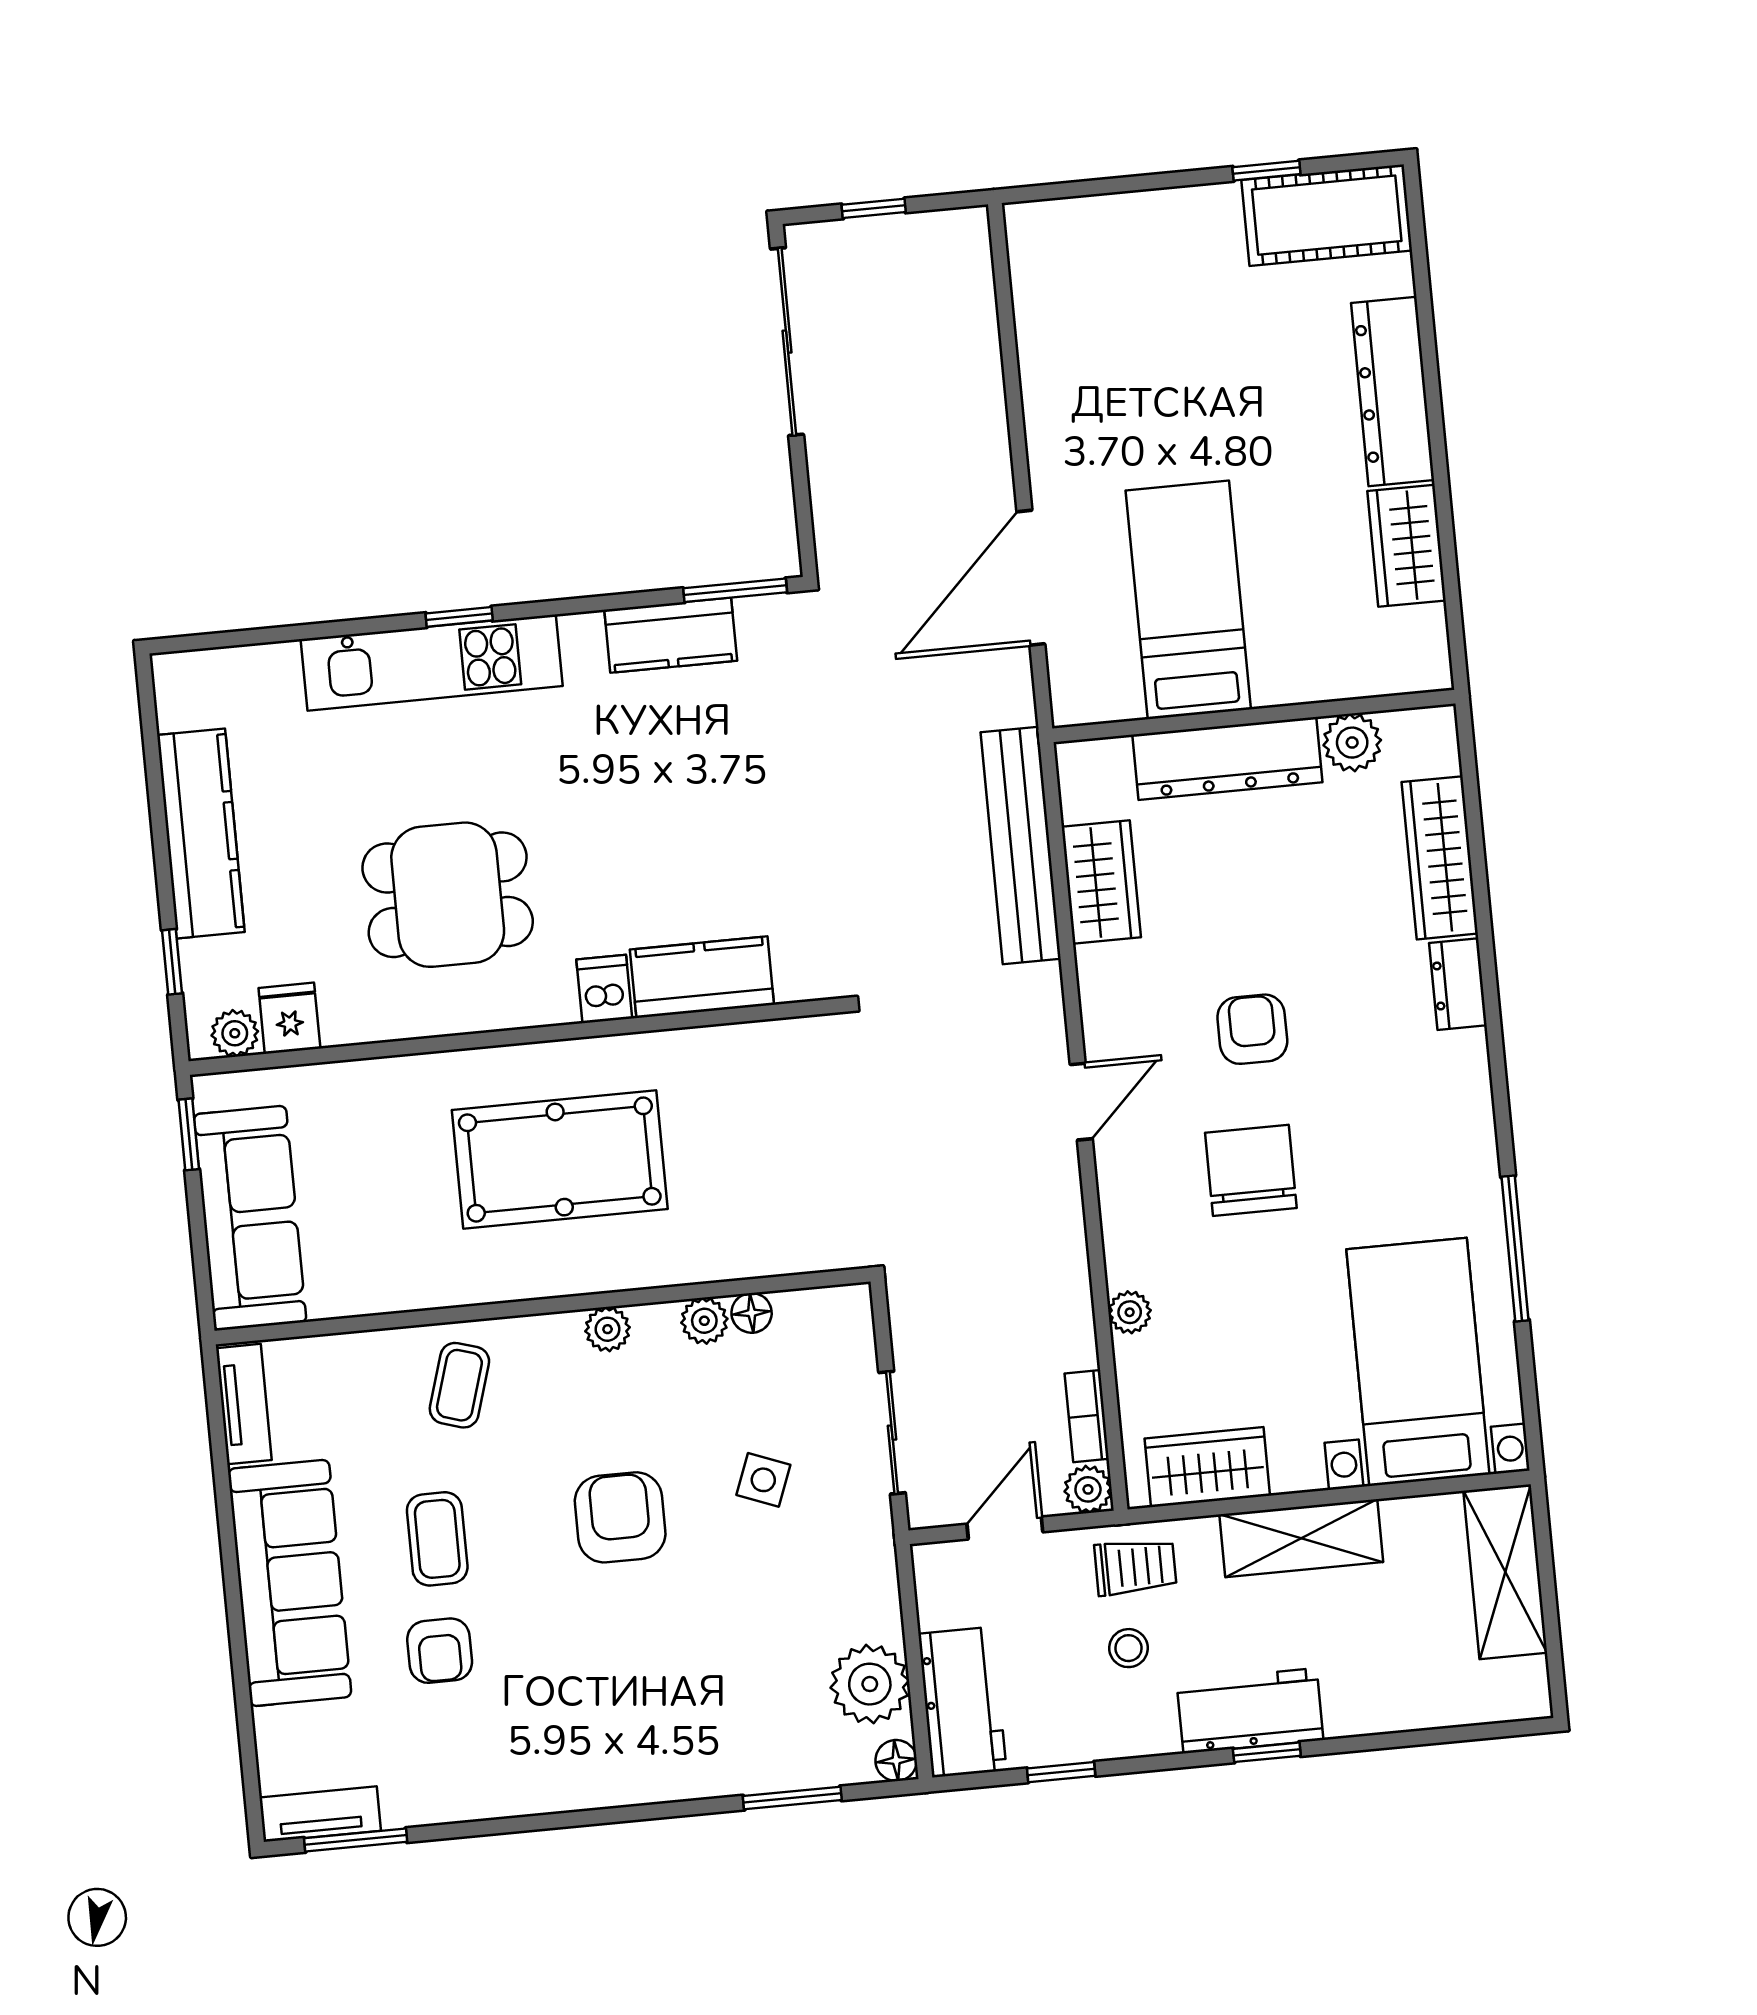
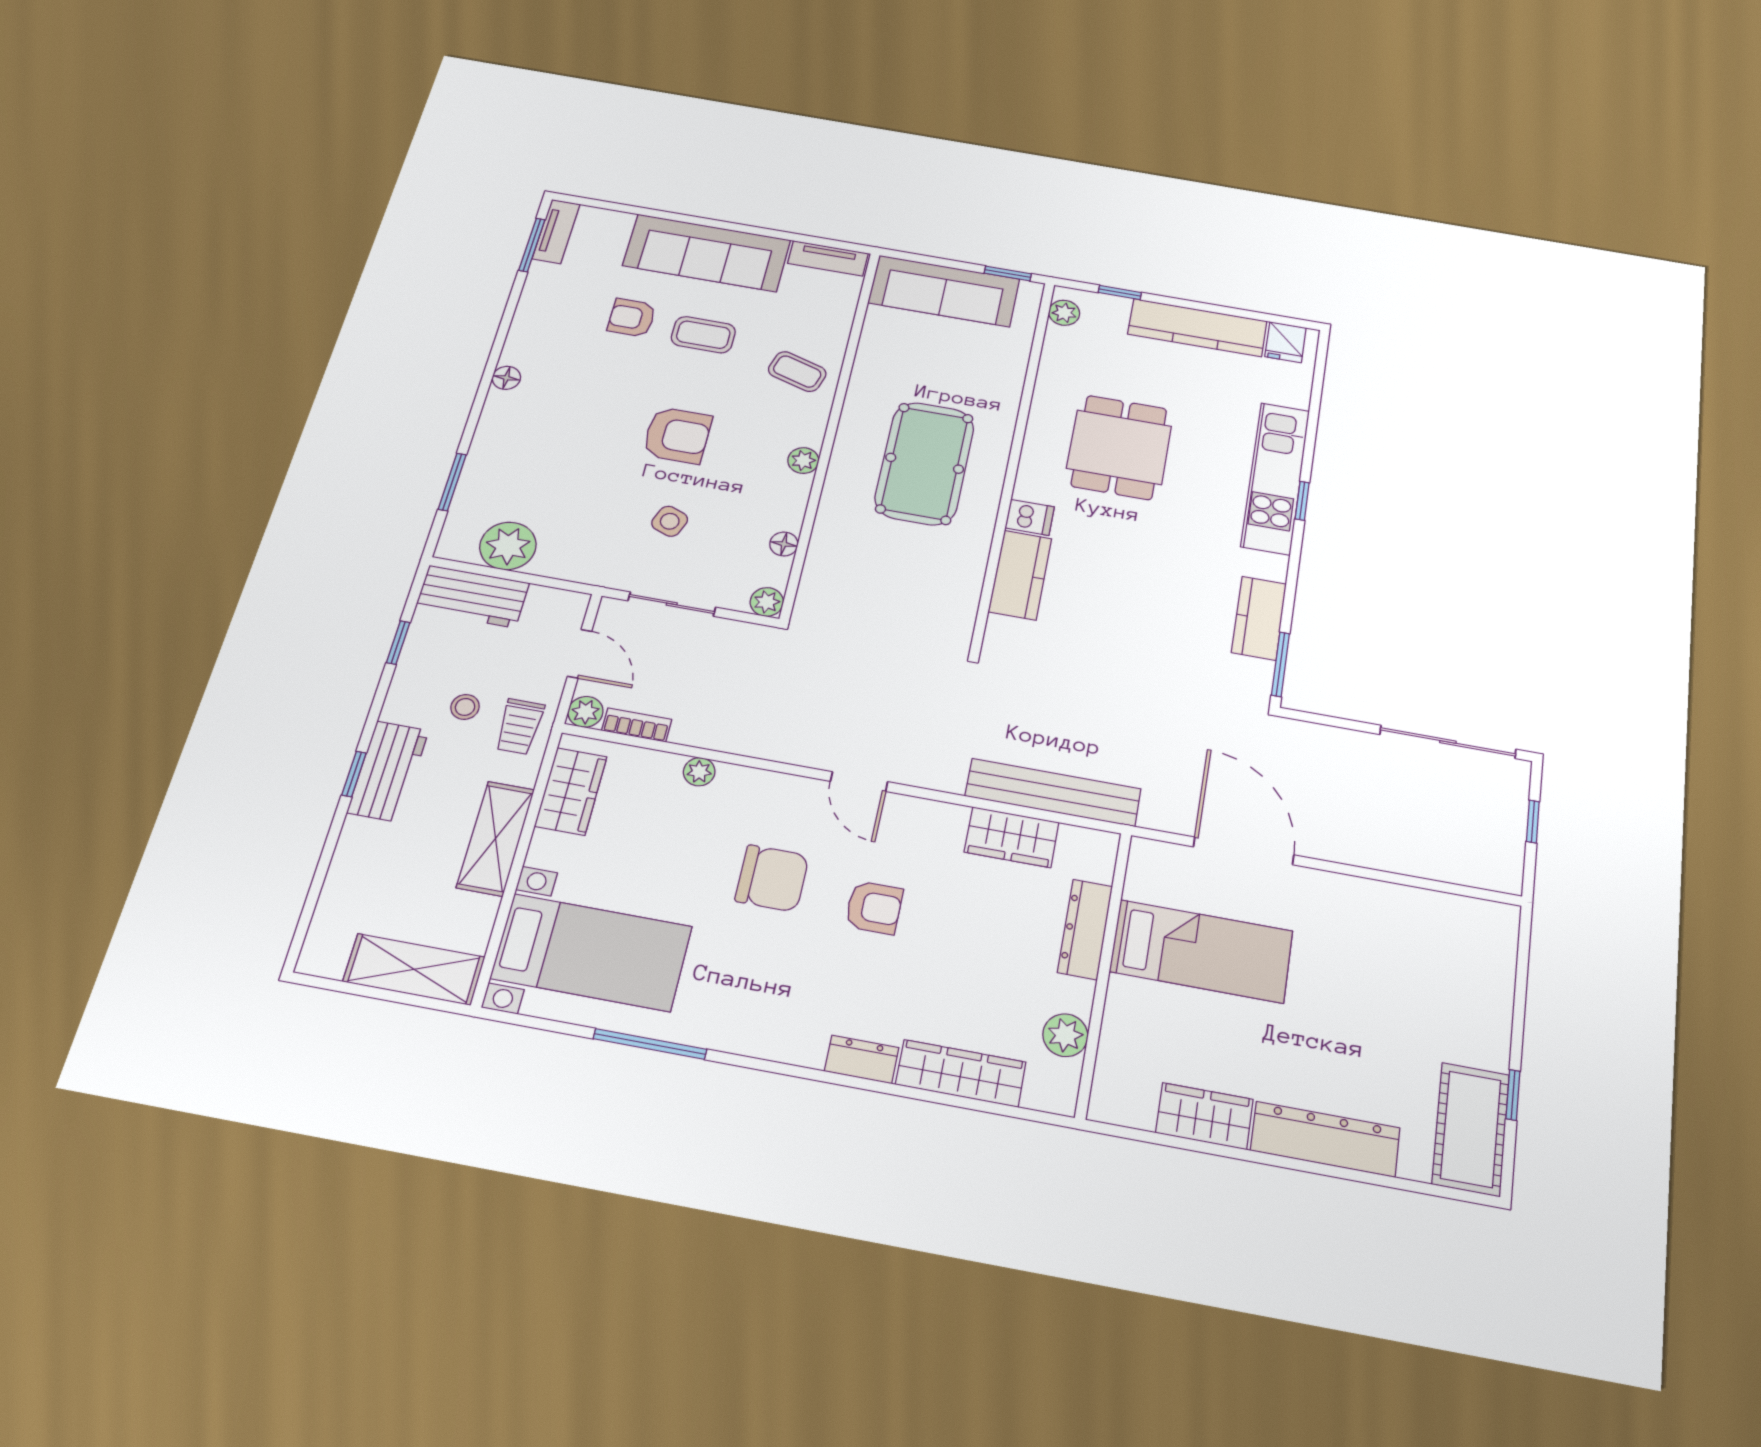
dresser: (1227, 758) -> (1085, 929), width x0.73, depth x0.80
fridge: (289, 1018) -> (1285, 342), moved, turned 90
plant: (704, 1321) -> (767, 602), moved
floor lamp: (896, 1760) -> (506, 378), moved

